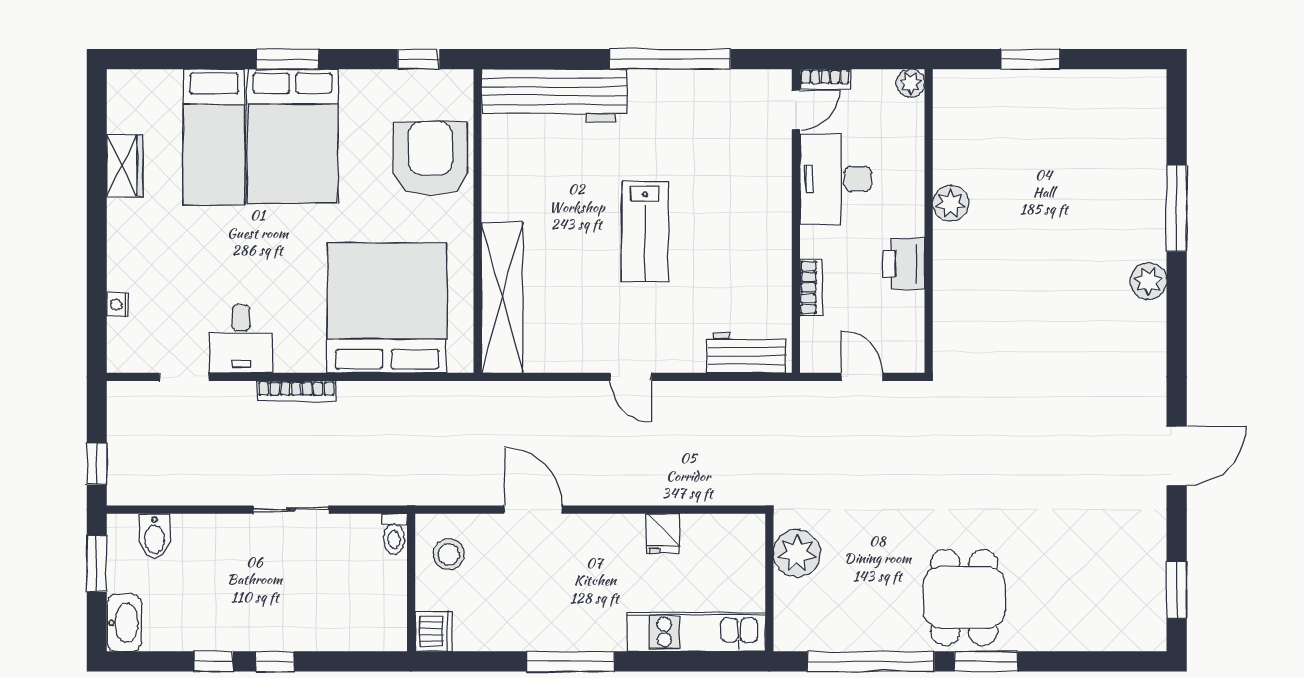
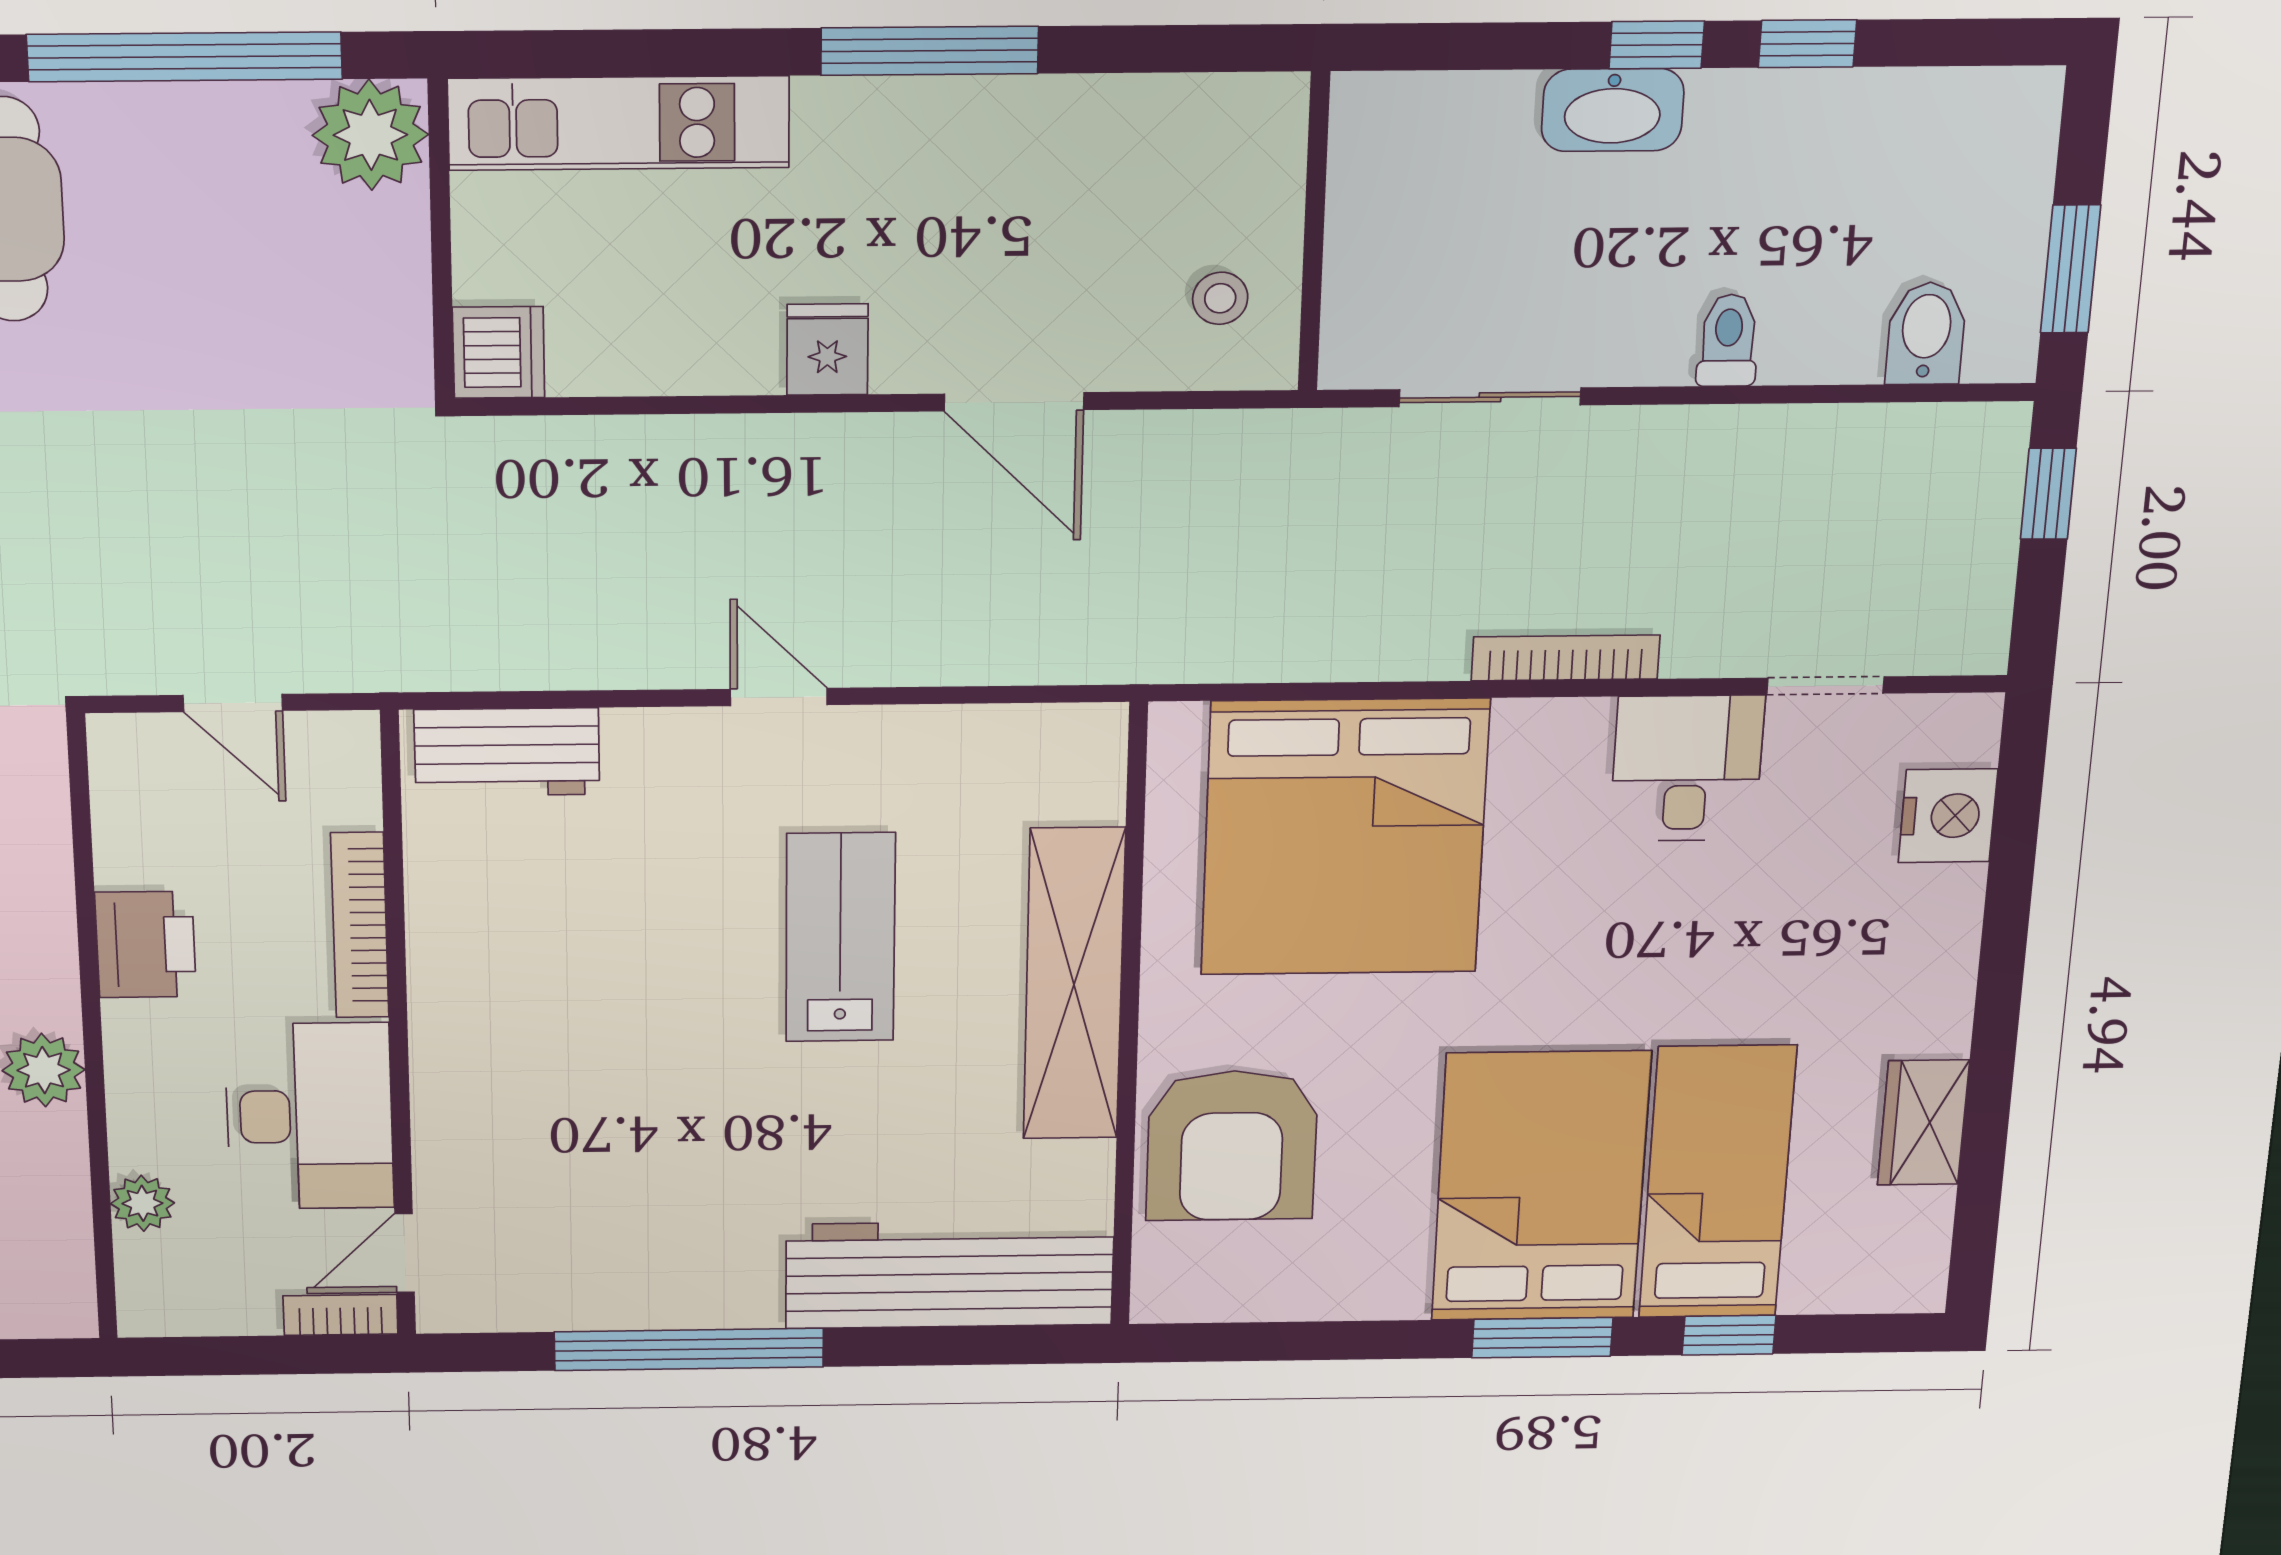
window: (419, 59) -> (1729, 1335), moved
plant: (910, 83) -> (142, 1203), moved
lab bench: (645, 231) -> (840, 938), moved
bookcase: (811, 288) -> (360, 925), width x1.56
shelving: (502, 298) -> (1074, 984), moved
nightstand: (118, 305) -> (1948, 816), width x1.89, depth x1.79
sliding door: (291, 510) -> (1490, 397), moved
fridge: (663, 533) -> (827, 349), moved
toilet: (394, 534) -> (1728, 340), moved
plant: (797, 553) -> (370, 135), moved
stool: (449, 554) -> (1220, 298), width x0.73, depth x0.73
washbasin: (124, 623) -> (1613, 110), moved, turned -90
dishwasher: (434, 631) -> (499, 352), moved, turned 180

